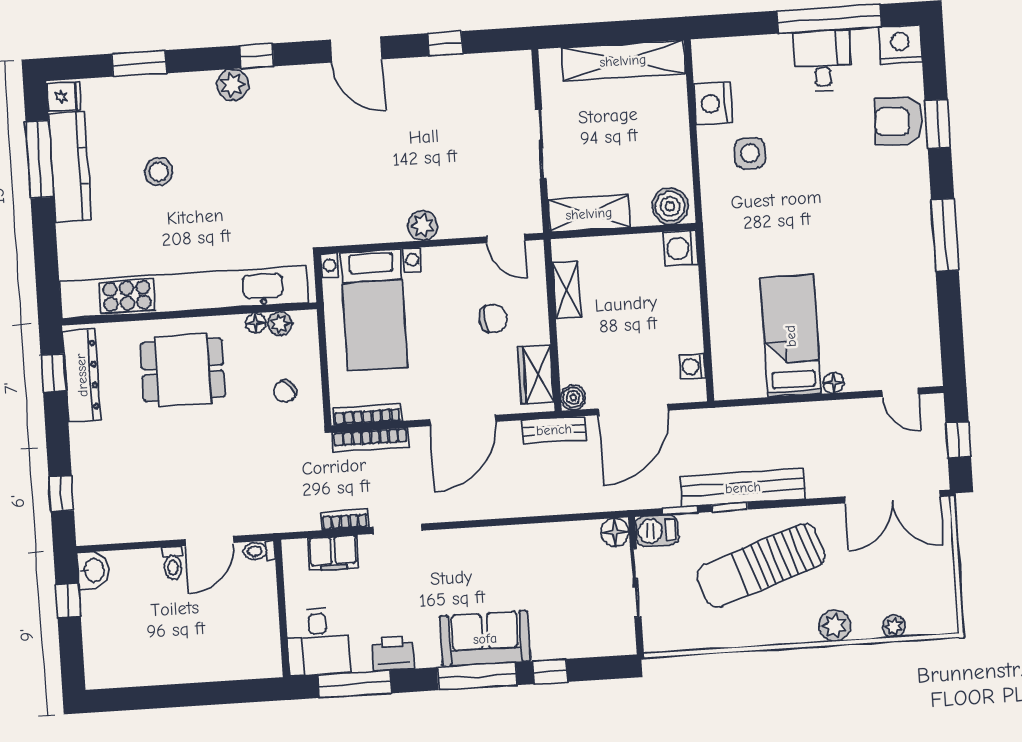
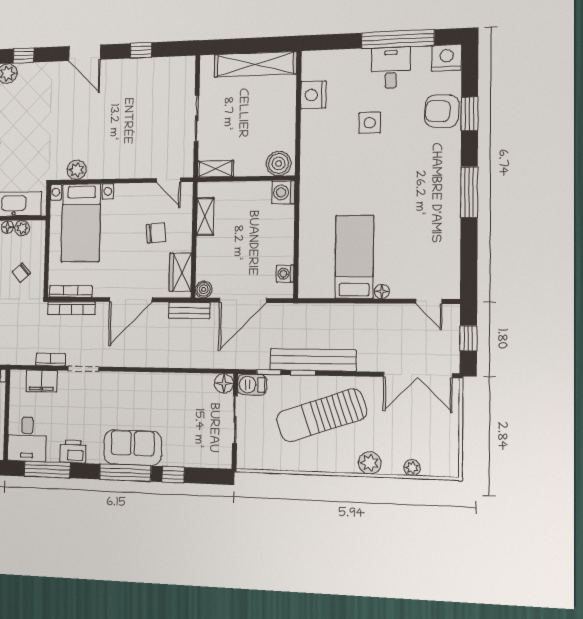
side table: (750, 153) -> (370, 123), moved
shelving: (589, 214) -> (215, 169), width x0.67, depth x0.75
plant: (423, 225) -> (77, 170), moved

